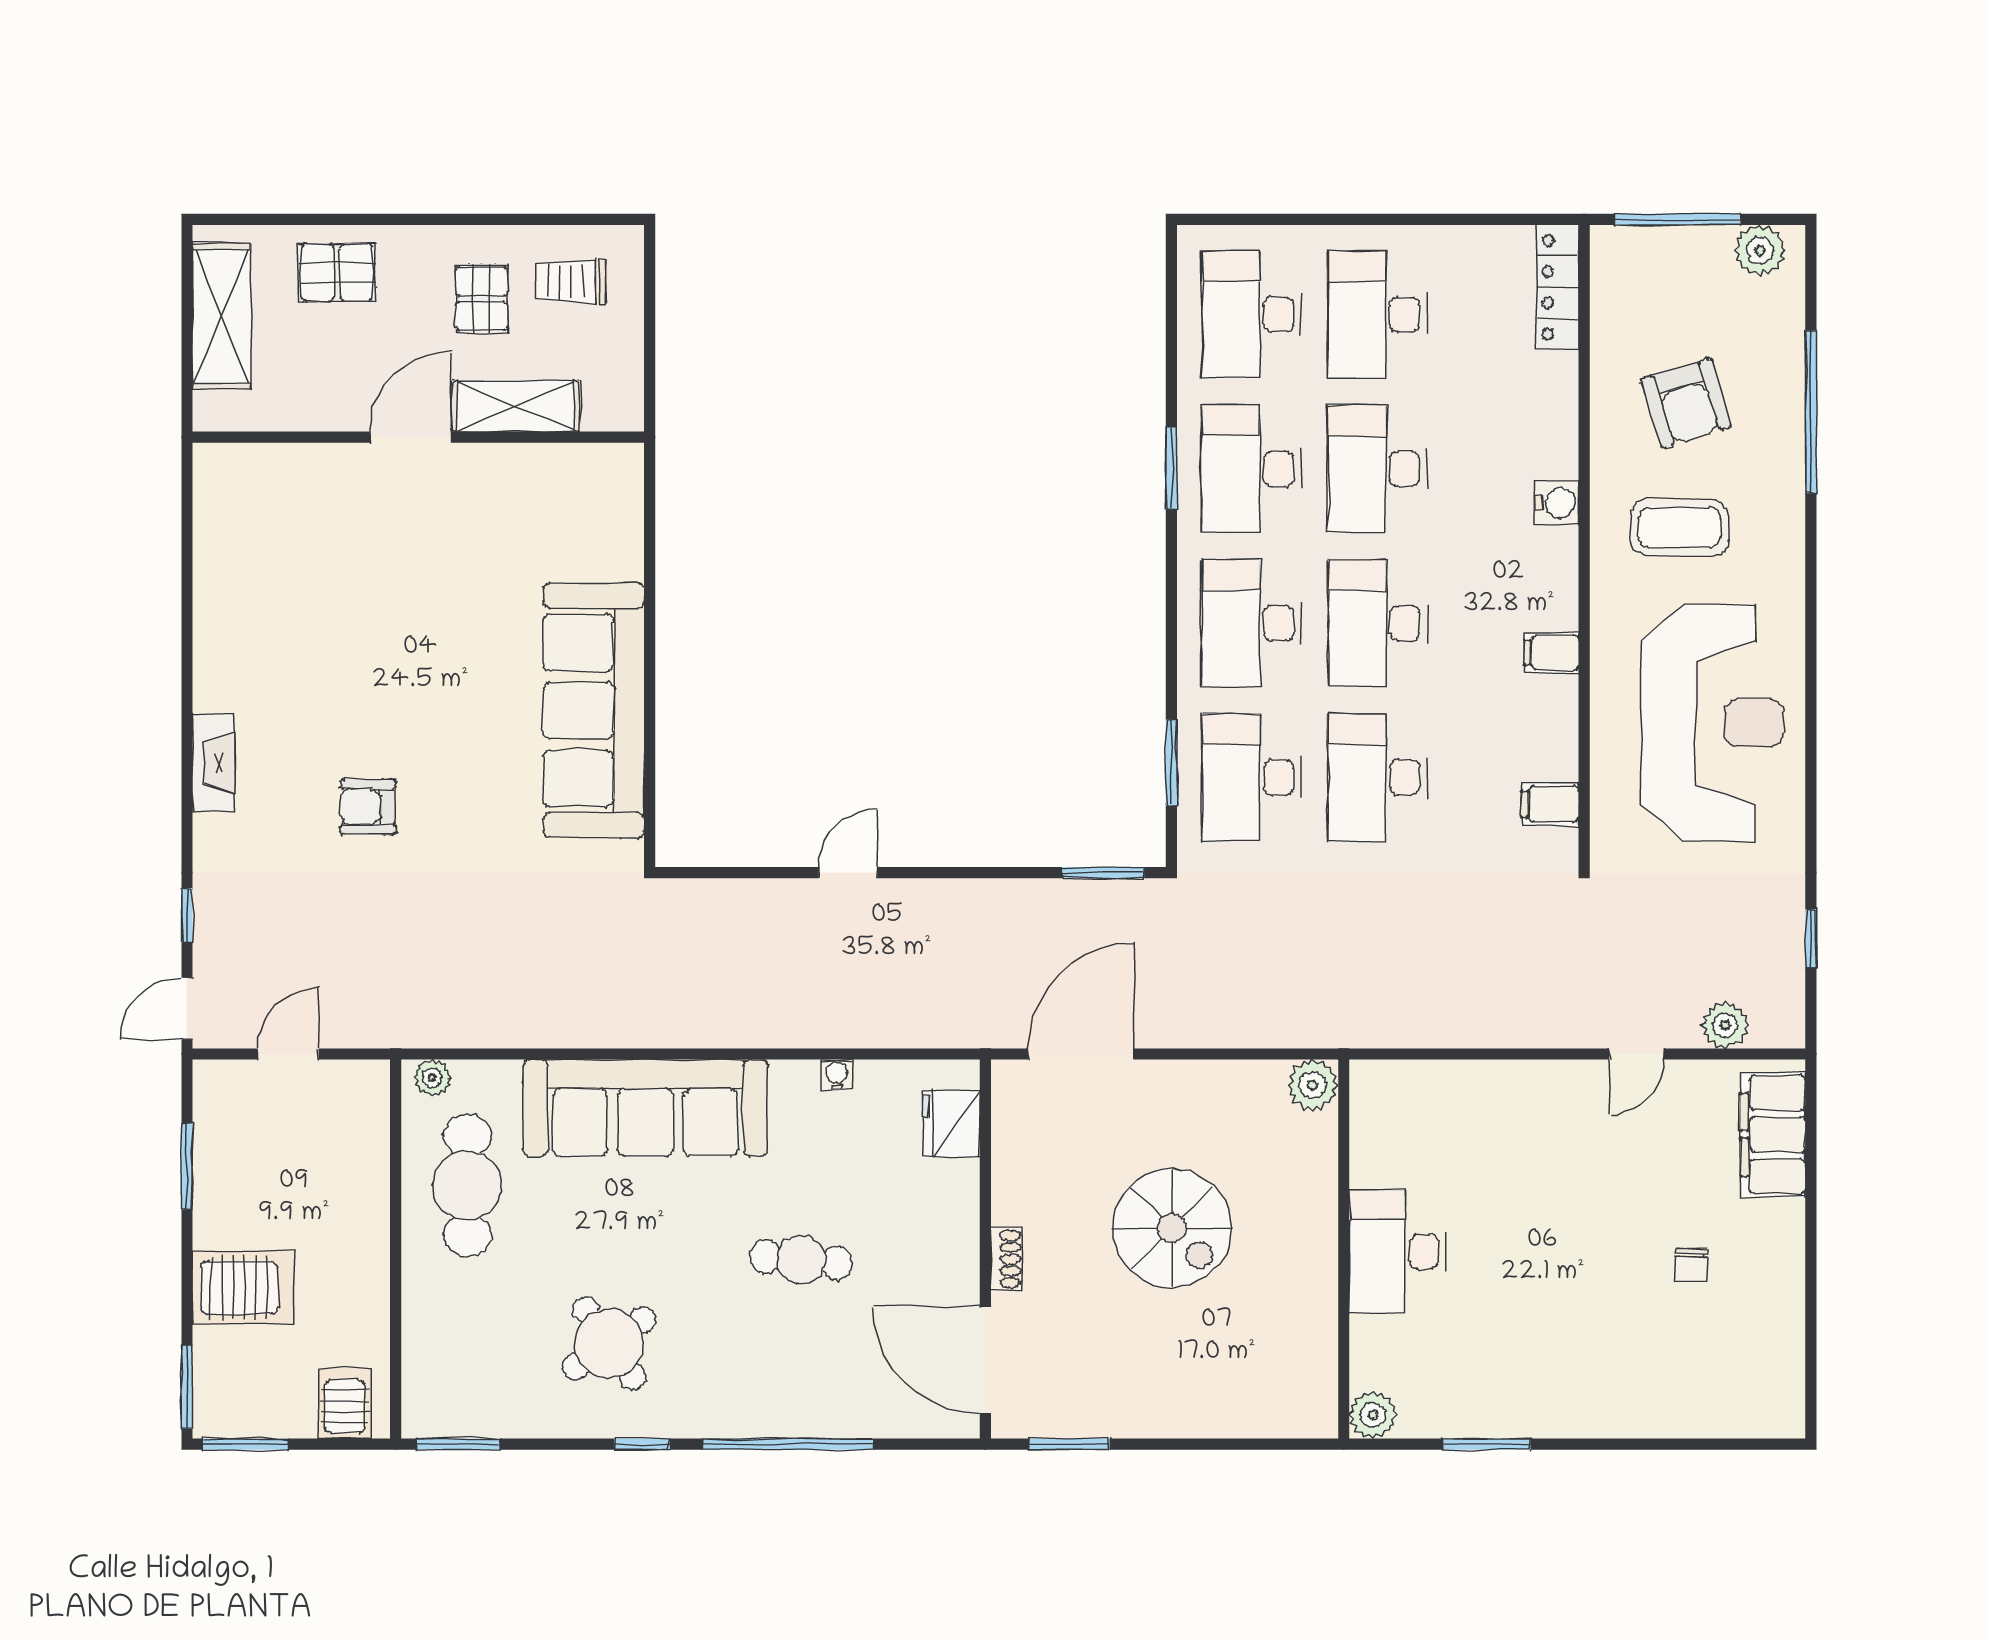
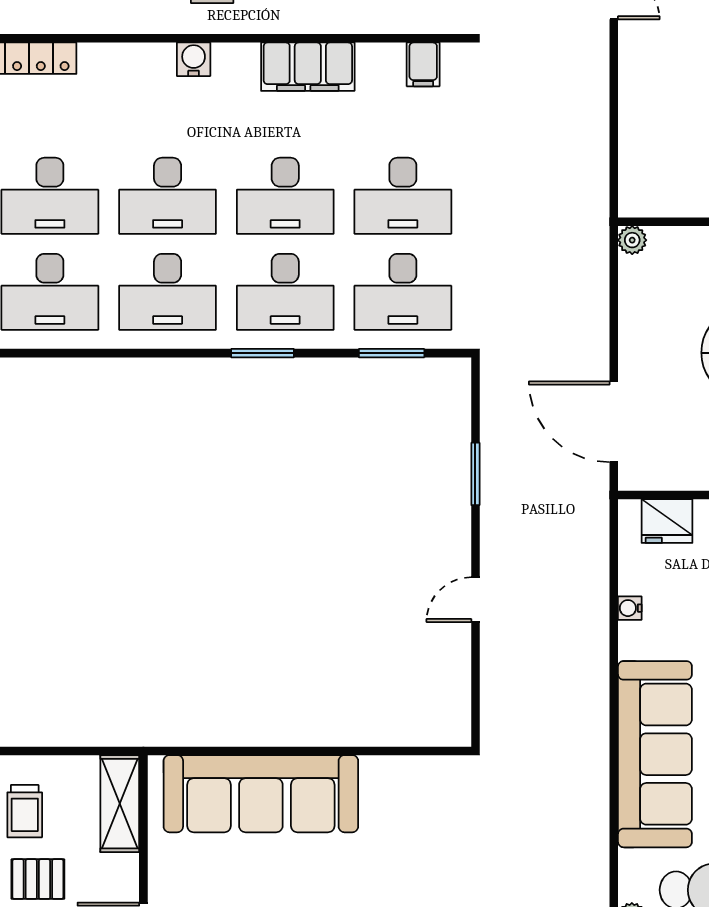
shelving: (516, 406) -> (120, 804), moved
window: (1171, 468) -> (263, 353), moved
filing cabinet: (1551, 653) -> (308, 67), width x3.00, depth x1.17
sofa: (594, 710) -> (261, 794), moved
door: (848, 873) -> (475, 600), hinge flipped
window: (1103, 873) -> (475, 474), moved
plant: (1313, 1085) -> (632, 240), width x0.73, depth x0.73

